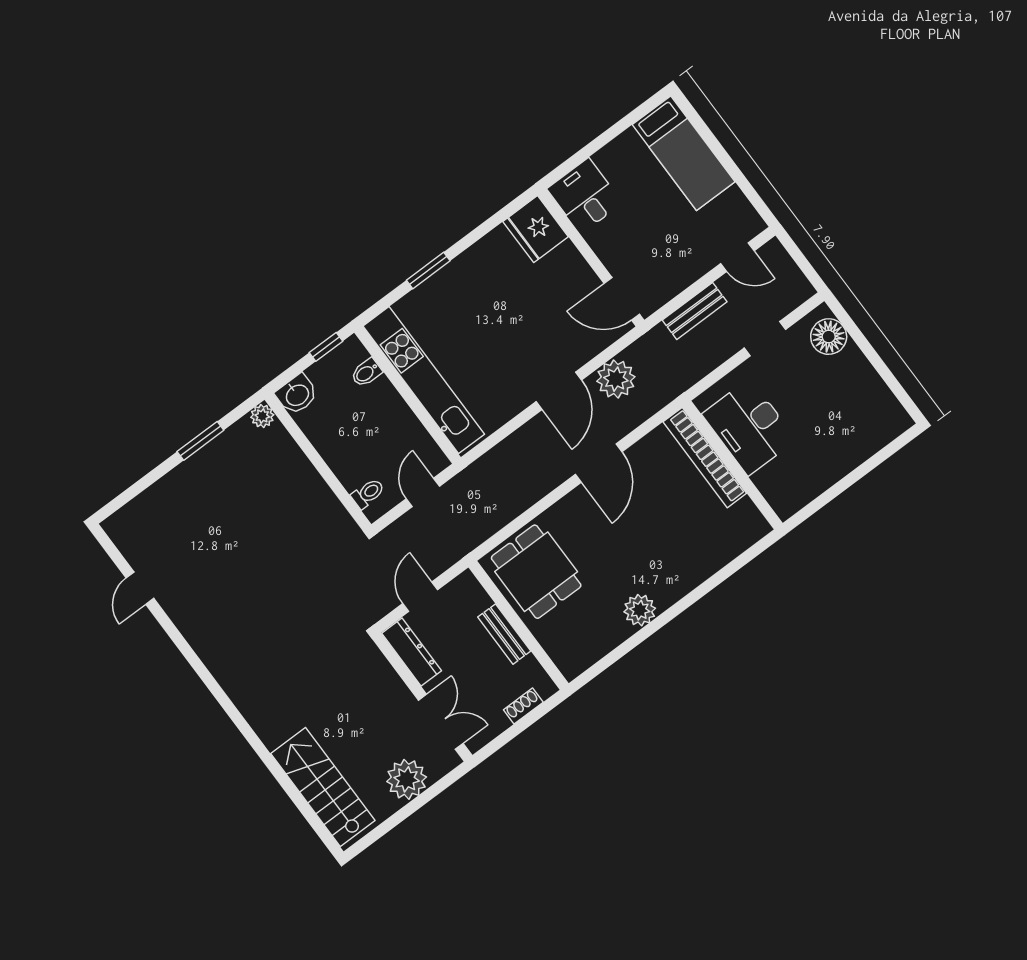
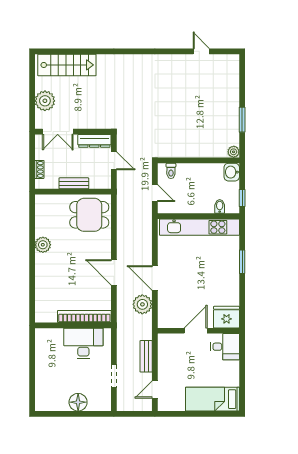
door: (622, 299) -> (196, 331), moved
floor lamp: (829, 337) -> (78, 402), moved

